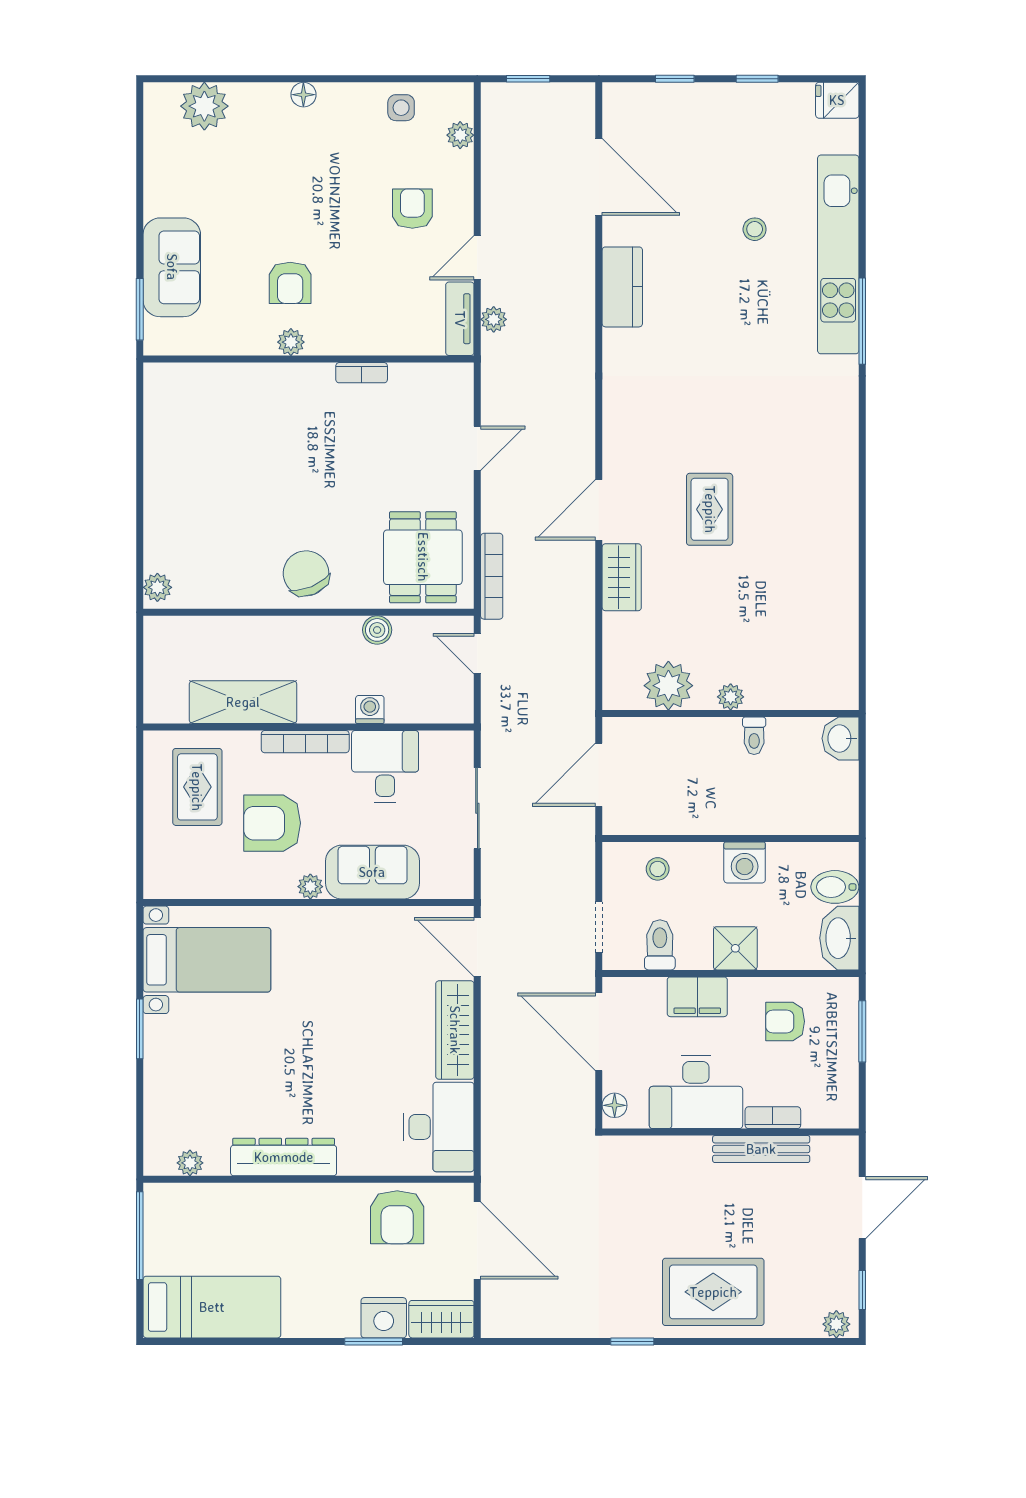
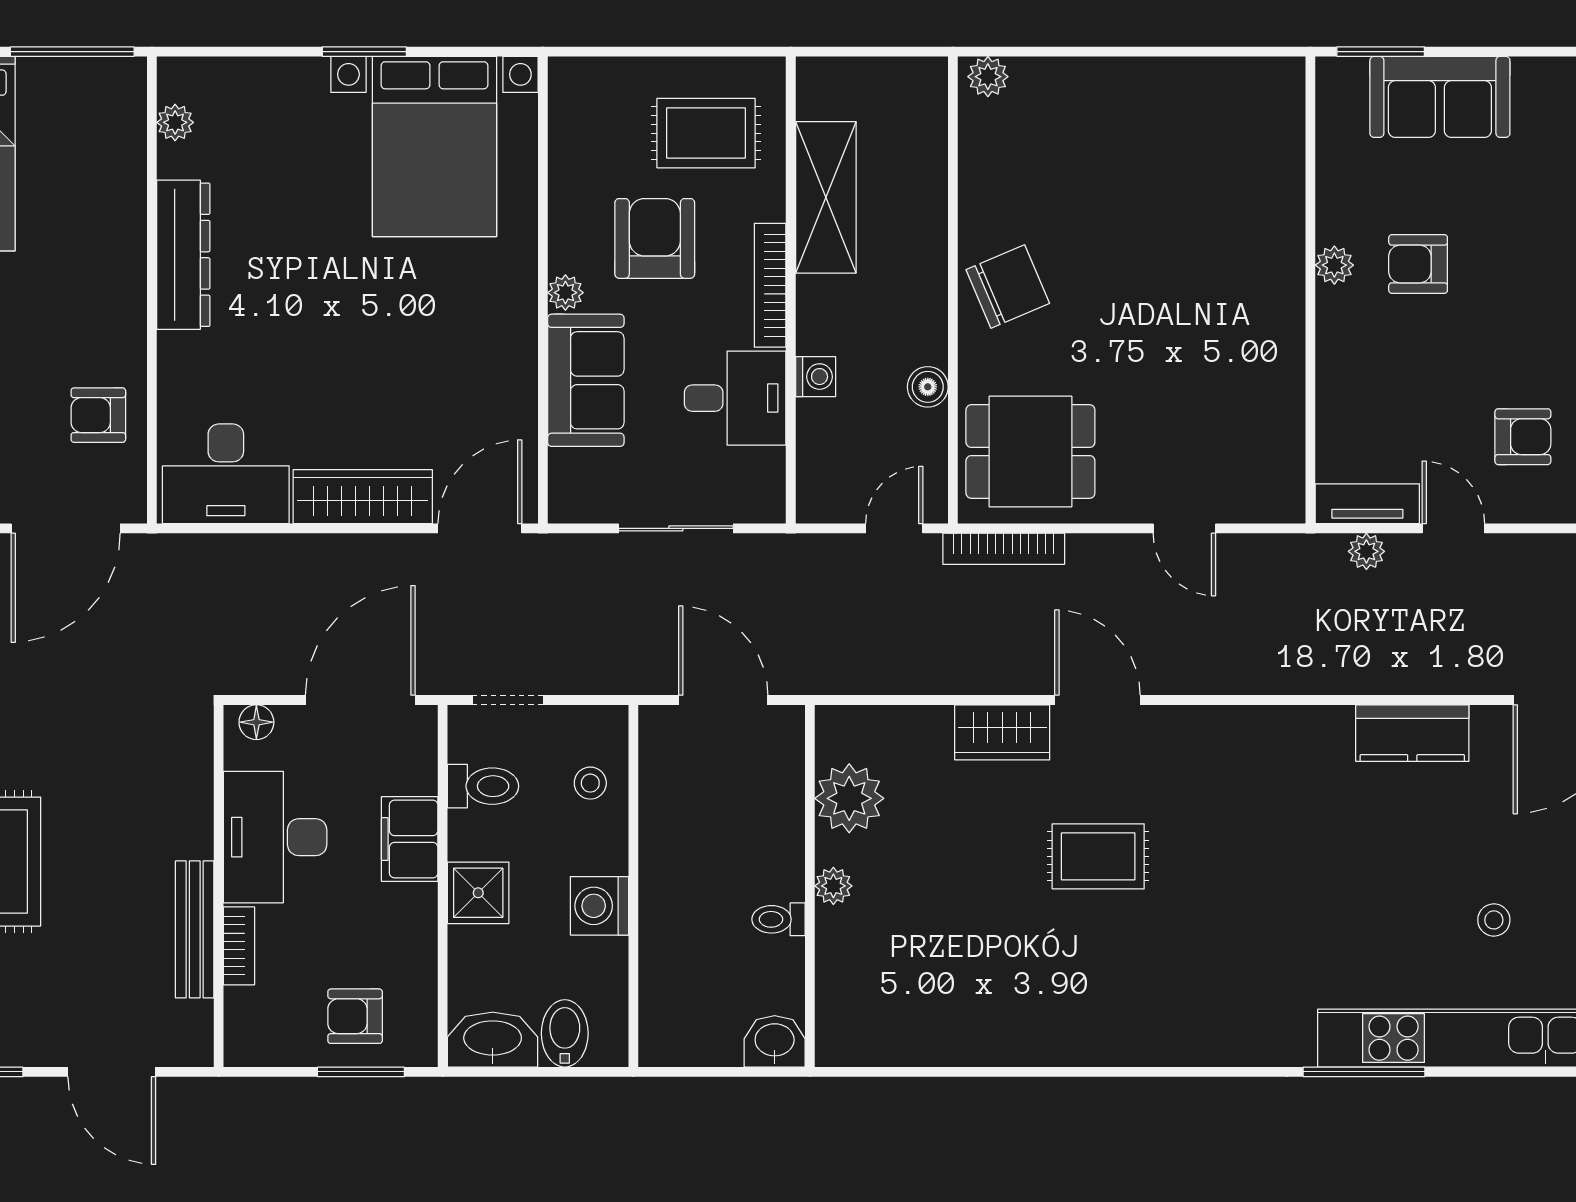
bookcase: (362, 373) -> (1291, 365), removed
bed with nightstands: (207, 960) -> (434, 146), width x1.36
armchair: (785, 1021) -> (355, 1016), moved, turned -90
armchair: (397, 1217) -> (98, 415), width x0.72, depth x0.72

